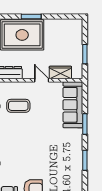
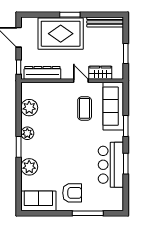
bench: (65, 24) -> (105, 22), added
coffee table: (18, 106) -> (85, 108), moved, turned 90
bar counter: (71, 161) -> (111, 165), added

